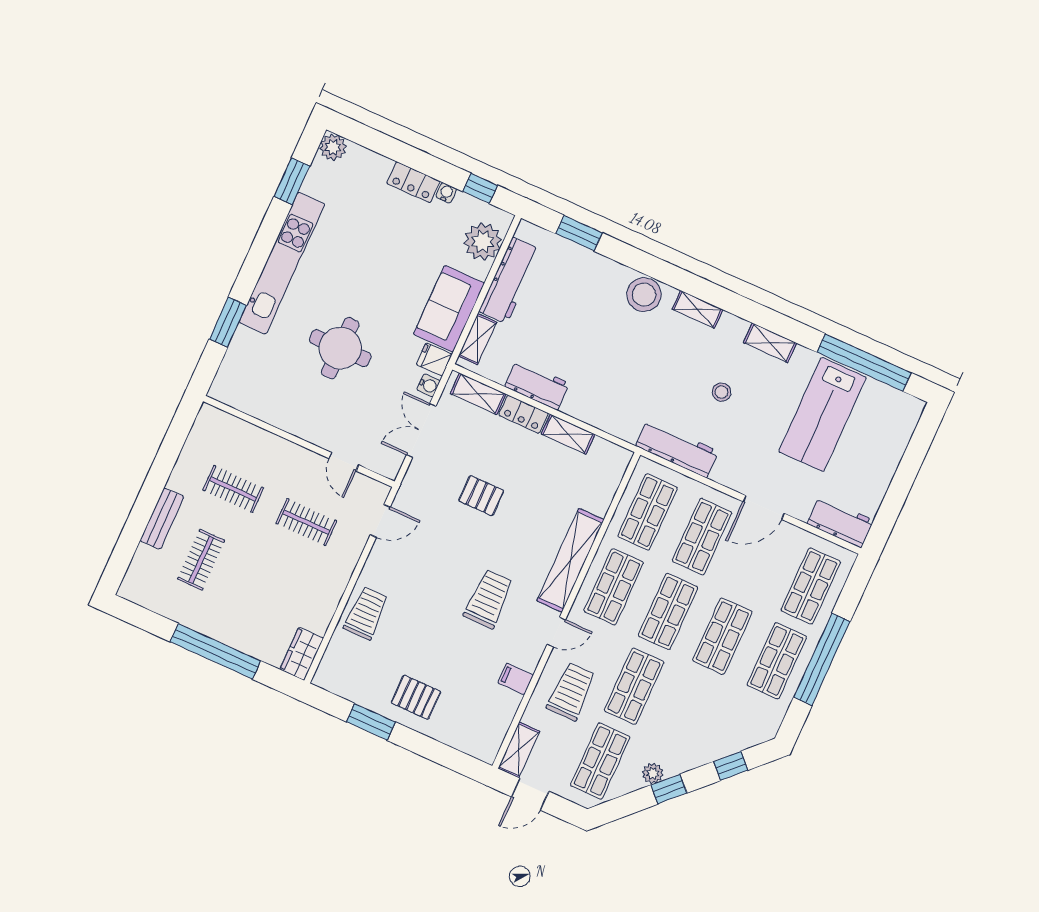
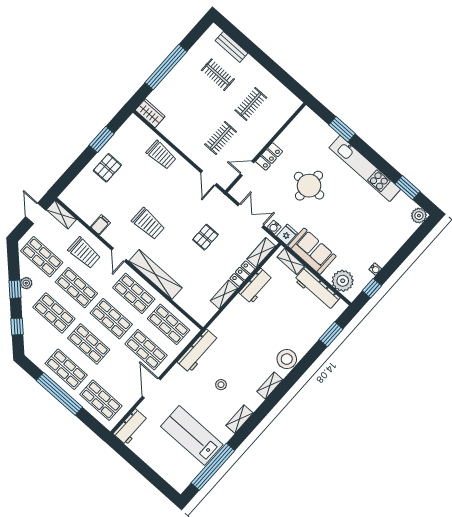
locker: (413, 182) -> (269, 157), moved, turned 180
bench: (162, 519) -> (232, 47), moved
shop shelf: (688, 711) -> (54, 313), added

